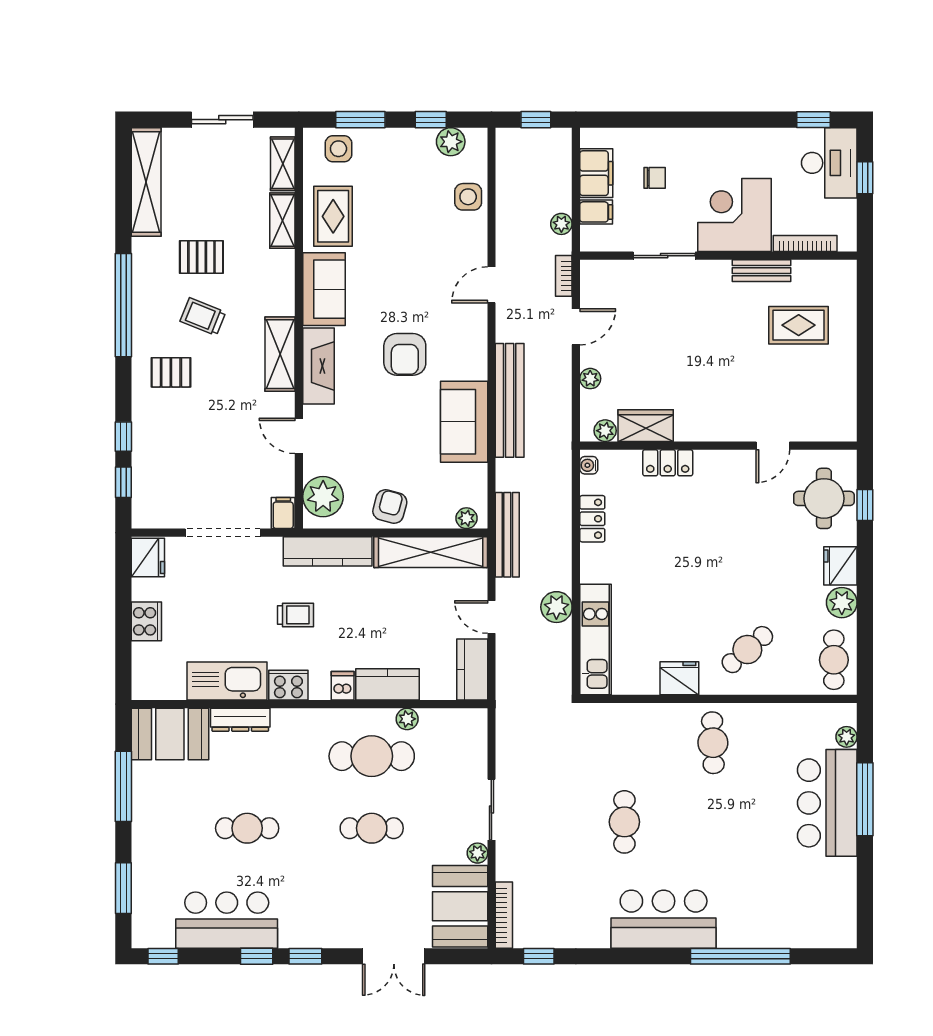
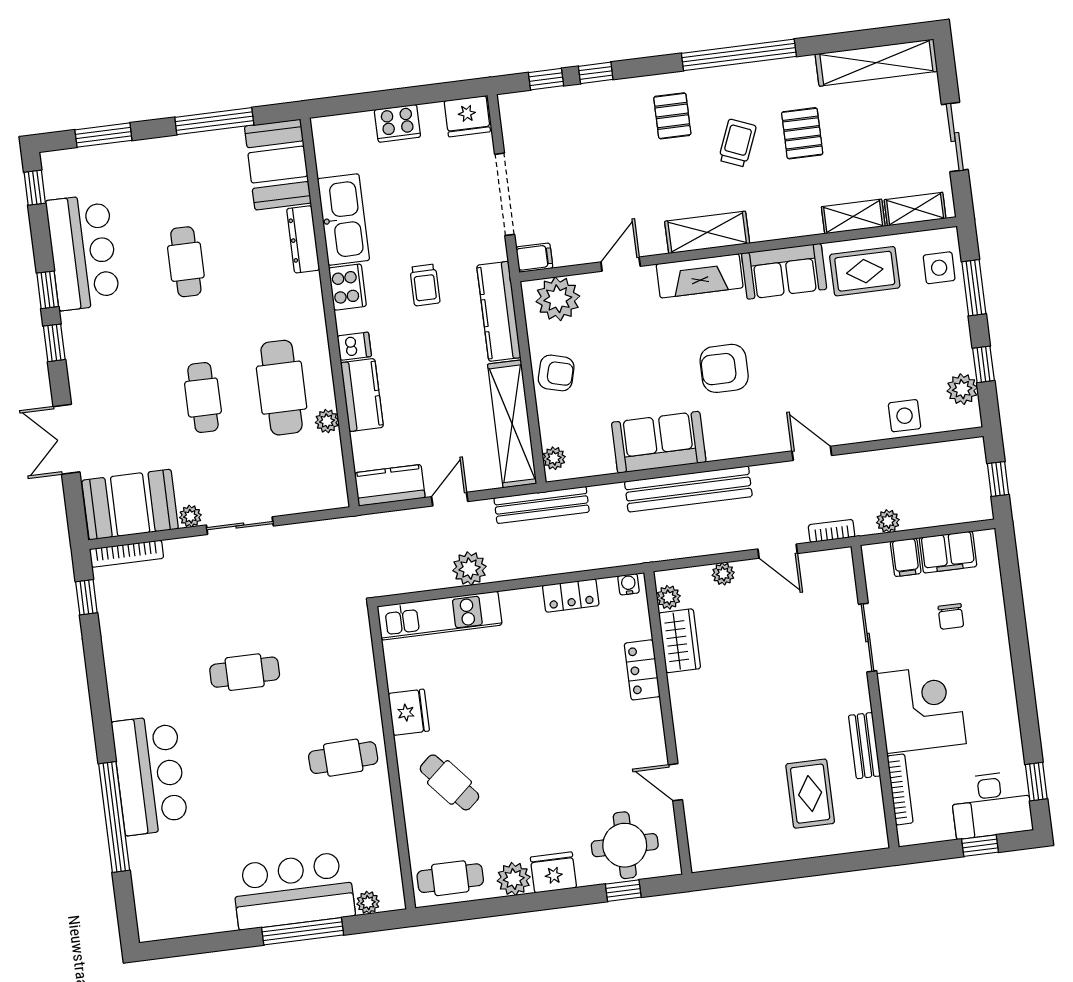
bar counter: (664, 919) -> (150, 775), moved

